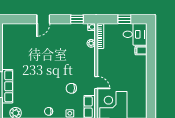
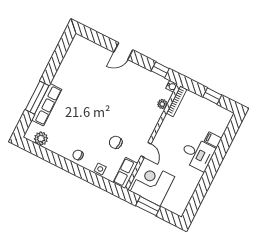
desk: (135, 34) -> (197, 154), moved

